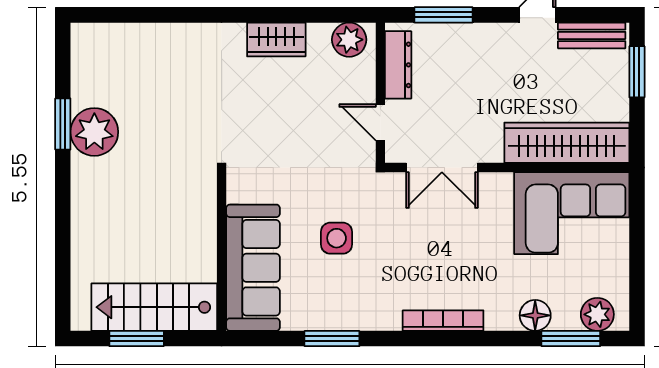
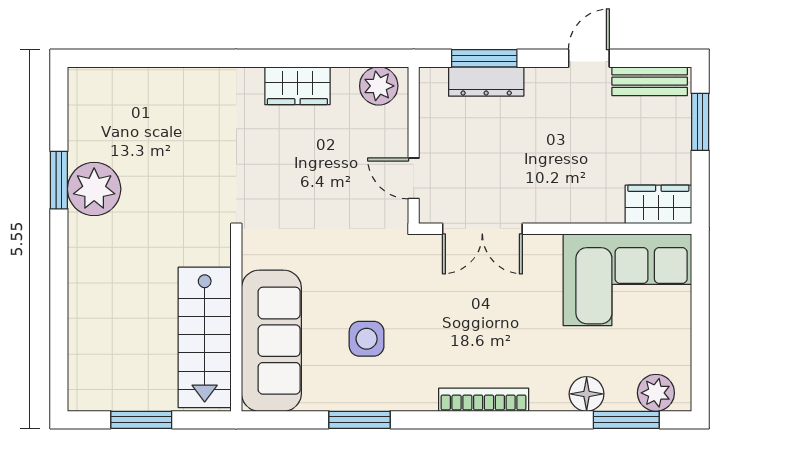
dresser: (398, 65) -> (486, 81), moved, turned 90
wardrobe: (567, 143) -> (658, 204), width x0.48, depth x0.85
side table: (337, 238) -> (367, 339), moved
stairs: (154, 307) -> (205, 337), moved, turned -90

